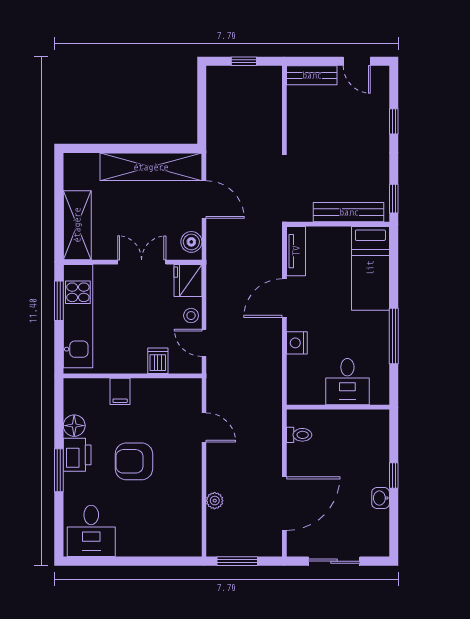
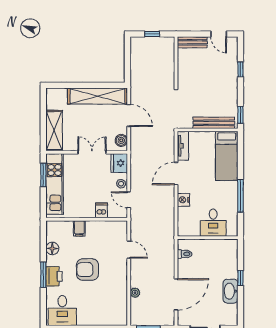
printer: (77, 455) -> (54, 276), moved
washbasin: (381, 498) -> (230, 291), width x1.91, depth x1.45

